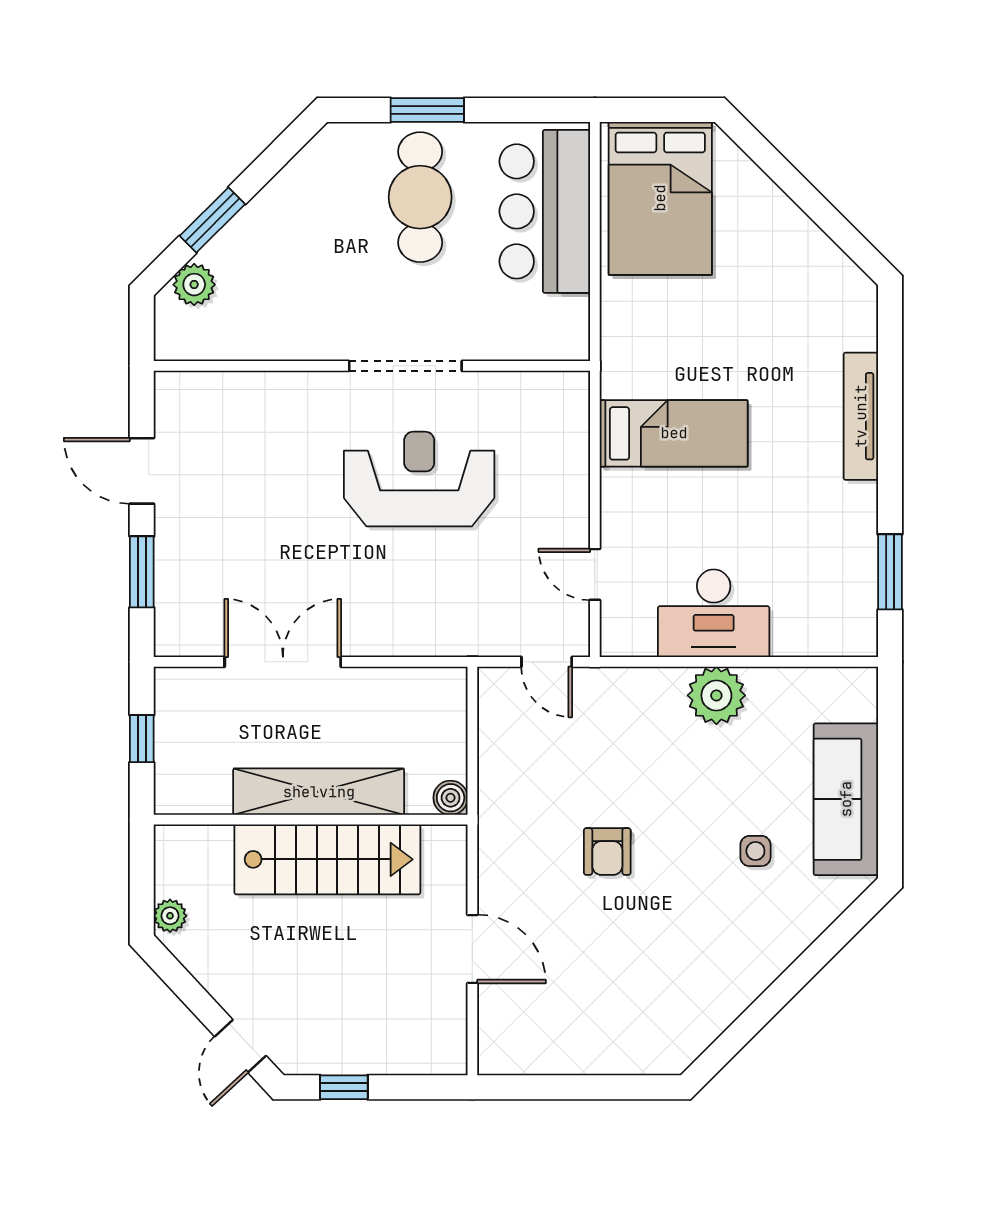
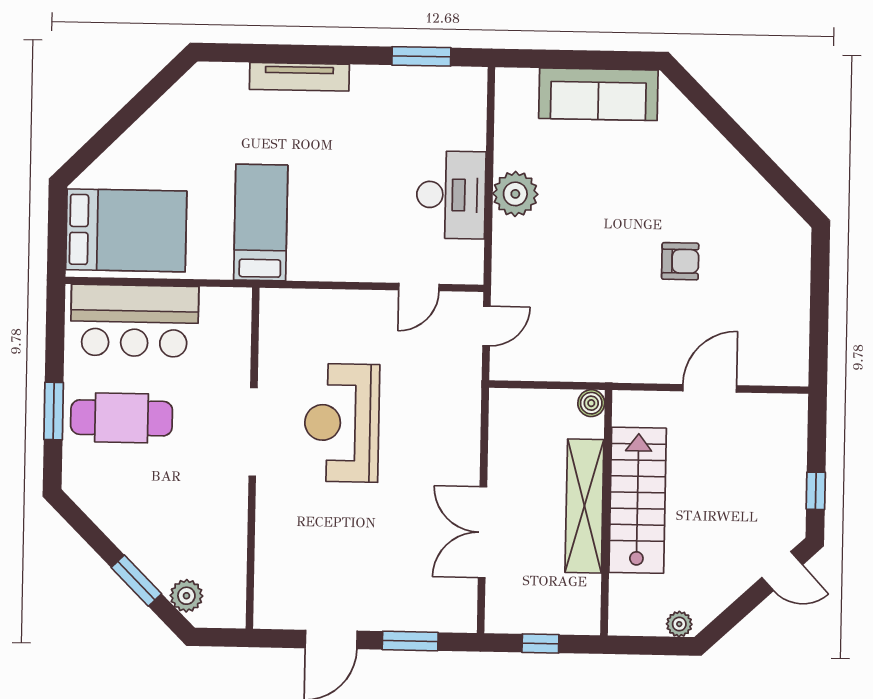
bed: (674, 433) -> (261, 223), moved
armchair: (607, 851) -> (680, 261), moved
side table: (755, 851) -> (637, 166), removed

